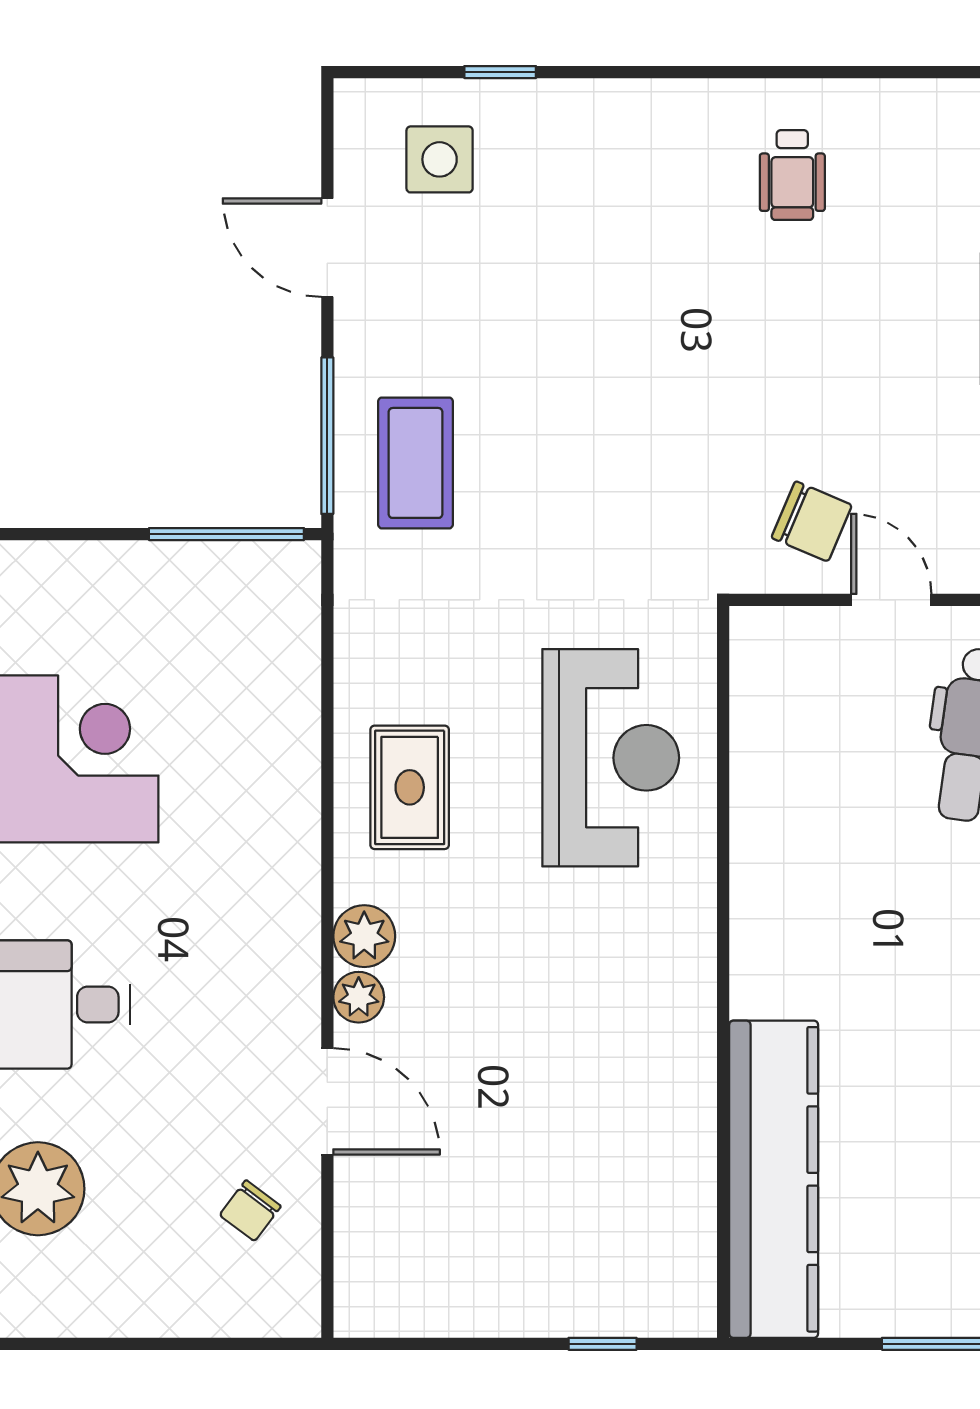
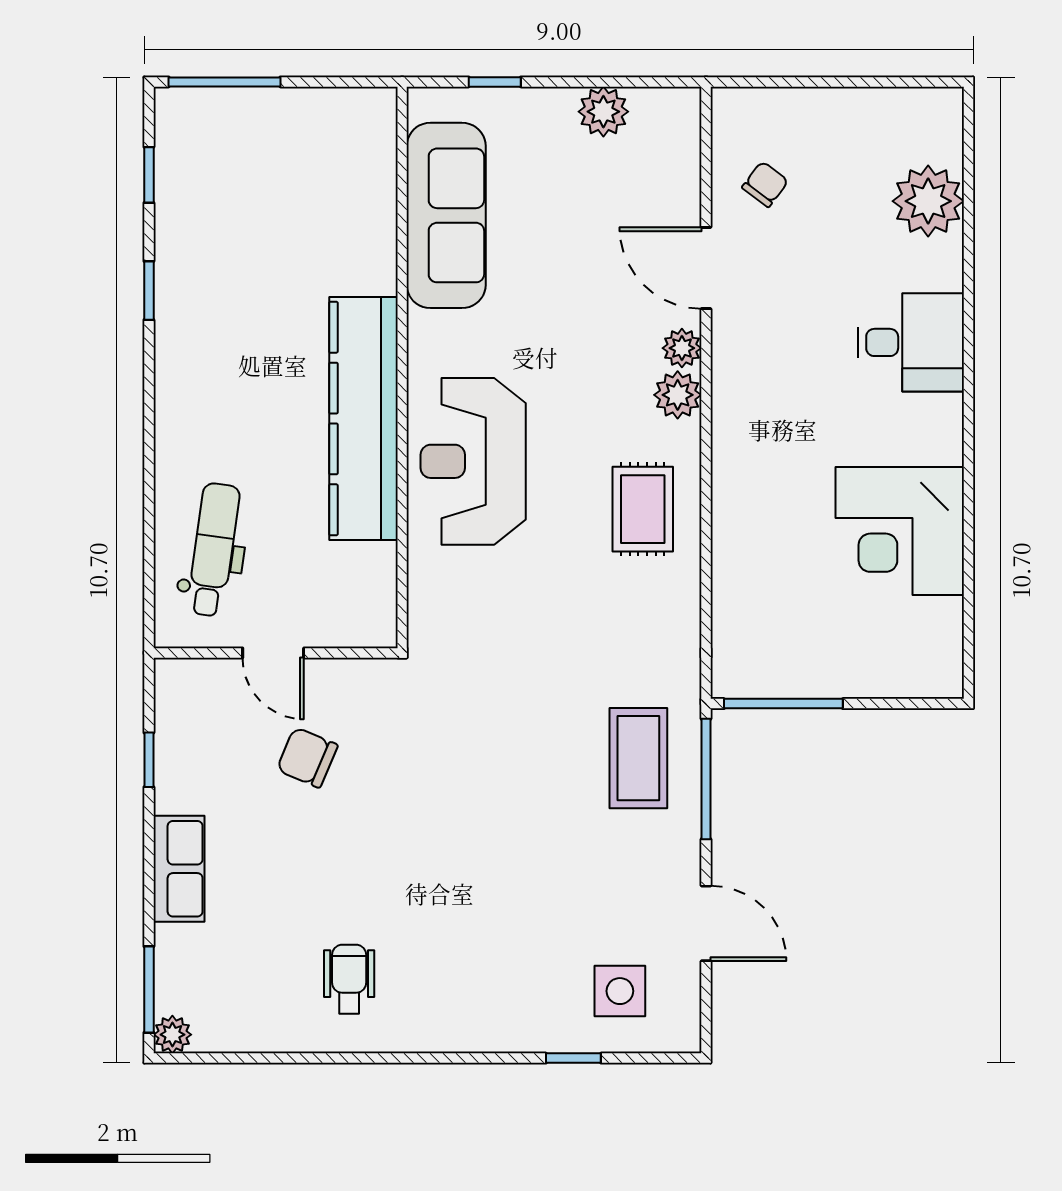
chair: (812, 521) -> (307, 757), moved
reception desk: (611, 758) -> (473, 461), moved
sofa: (666, 1170) -> (446, 215), added
kitchen counter: (774, 1179) -> (363, 418), moved
plant: (461, 1305) -> (603, 112), added

